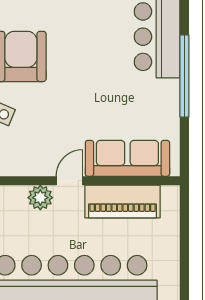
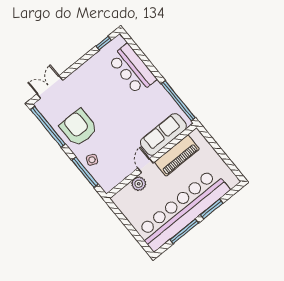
window: (184, 76) -> (178, 101), moved

